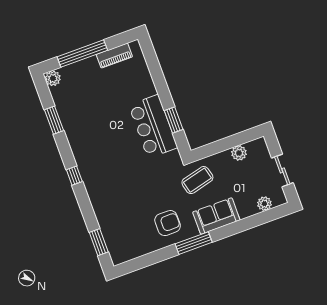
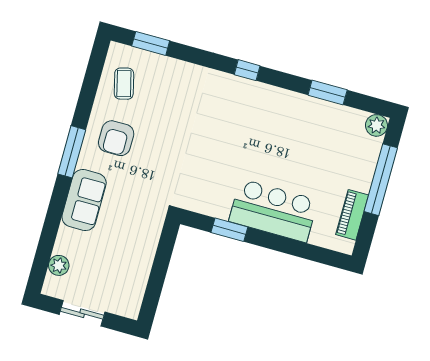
bar counter: (153, 126) -> (273, 211), moved
plant: (239, 153) -> (138, 278), removed
coffee table: (197, 180) -> (124, 84), moved, width x0.73, depth x0.77

